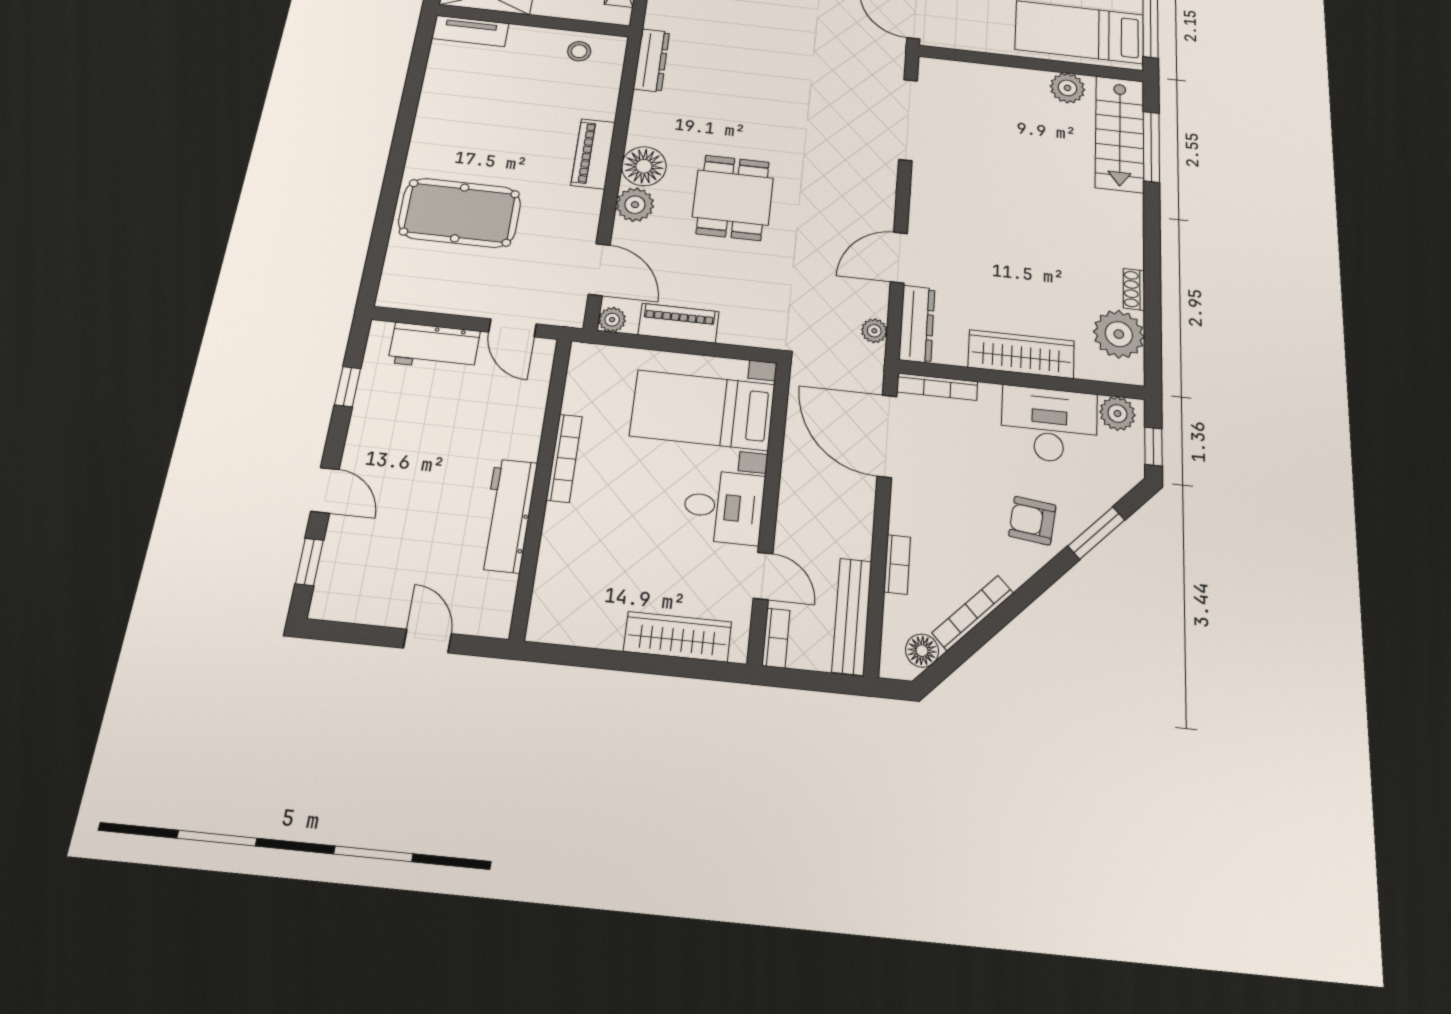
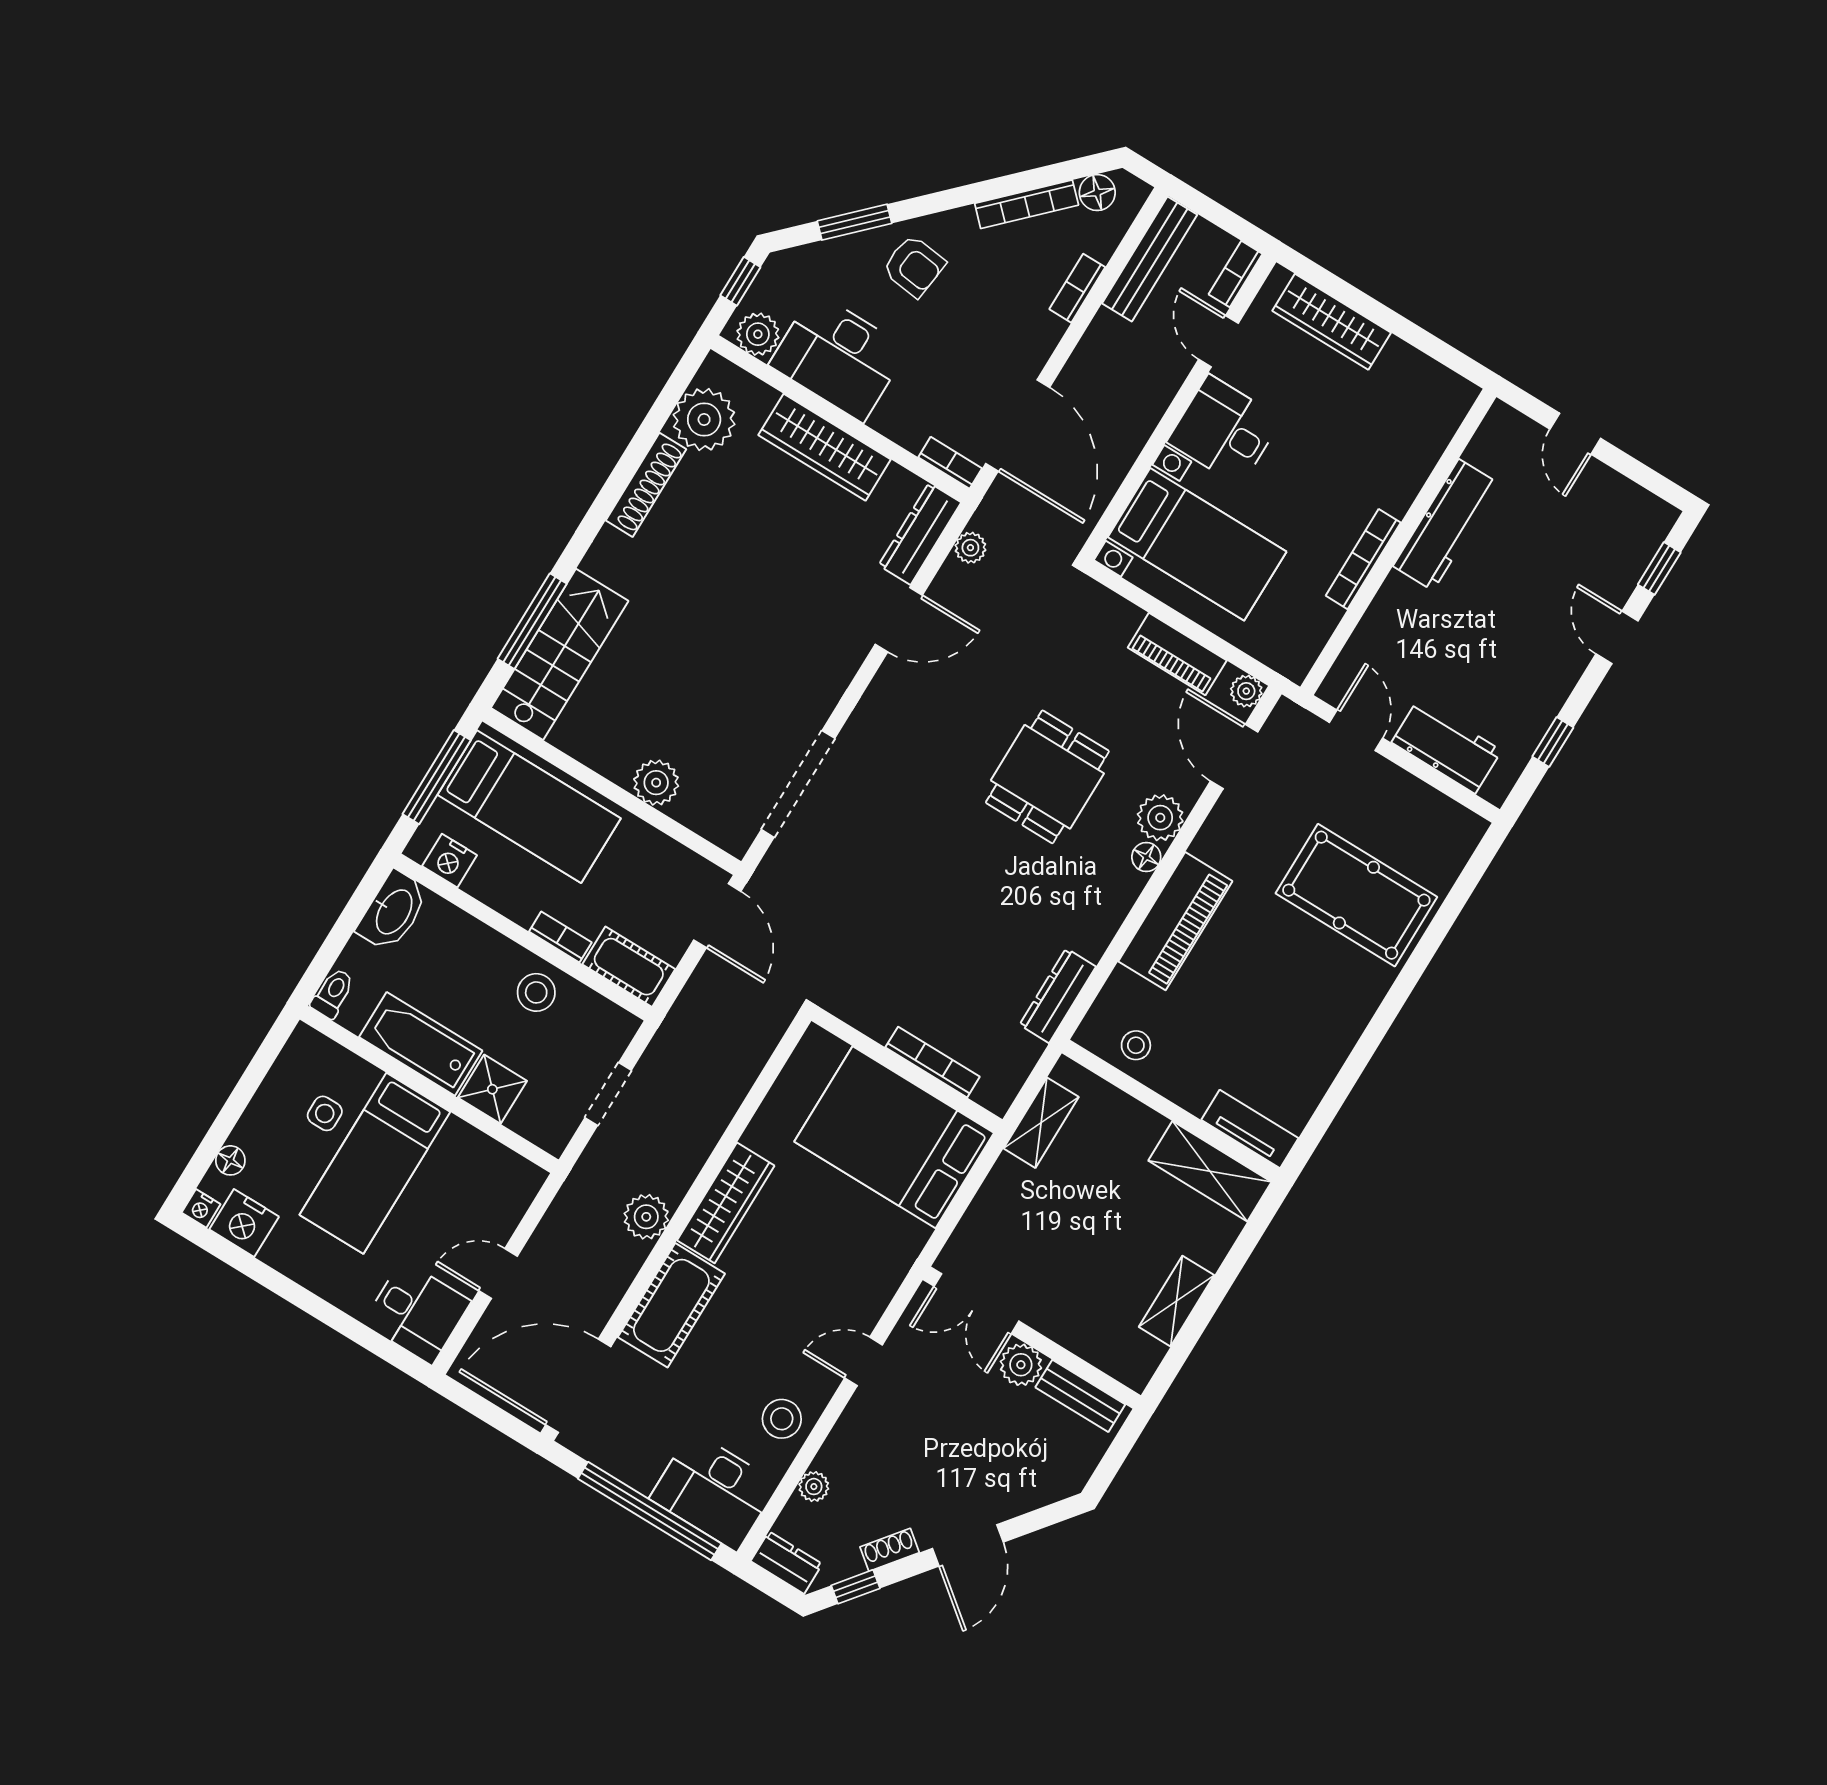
plant: (1067, 88) -> (656, 783), moved
piano: (593, 154) -> (1175, 921), width x1.37, depth x1.33
floor lamp: (644, 166) -> (1146, 857), width x0.53, depth x0.53
shoe rack: (1134, 289) -> (646, 485), width x1.94, depth x1.24
bookcase: (937, 387) -> (950, 463), width x0.64

